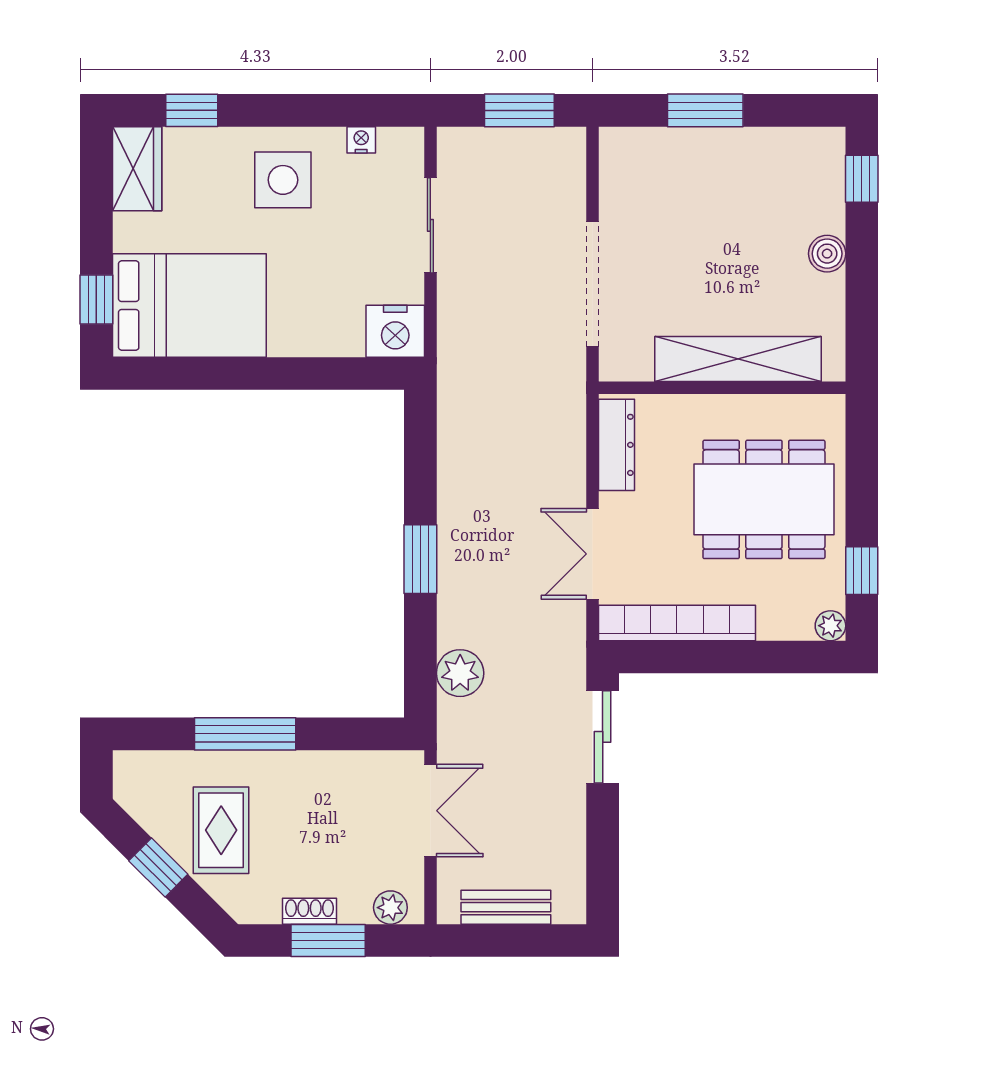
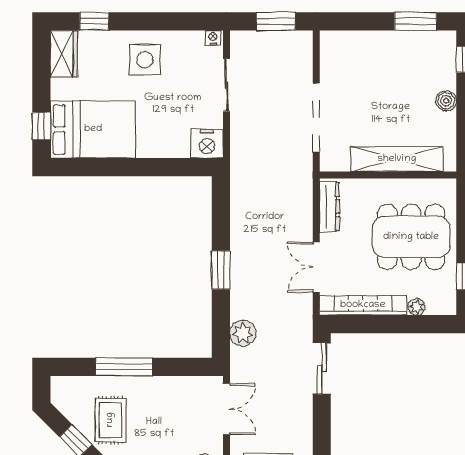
window: (705, 110) -> (416, 21), moved
nightstand: (361, 140) -> (213, 38), moved
plant: (830, 626) -> (417, 307), moved

